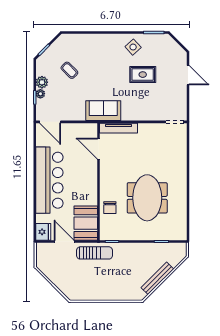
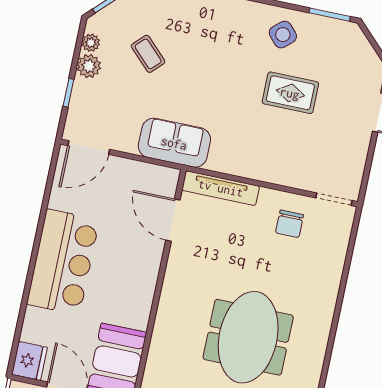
plant: (40, 94) -> (91, 43), moved
sofa: (103, 111) -> (174, 143), moved
door: (50, 122) -> (89, 148), hinge flipped
bar counter: (49, 180) -> (63, 262), width x0.73
chair: (110, 208) -> (290, 224), moved

